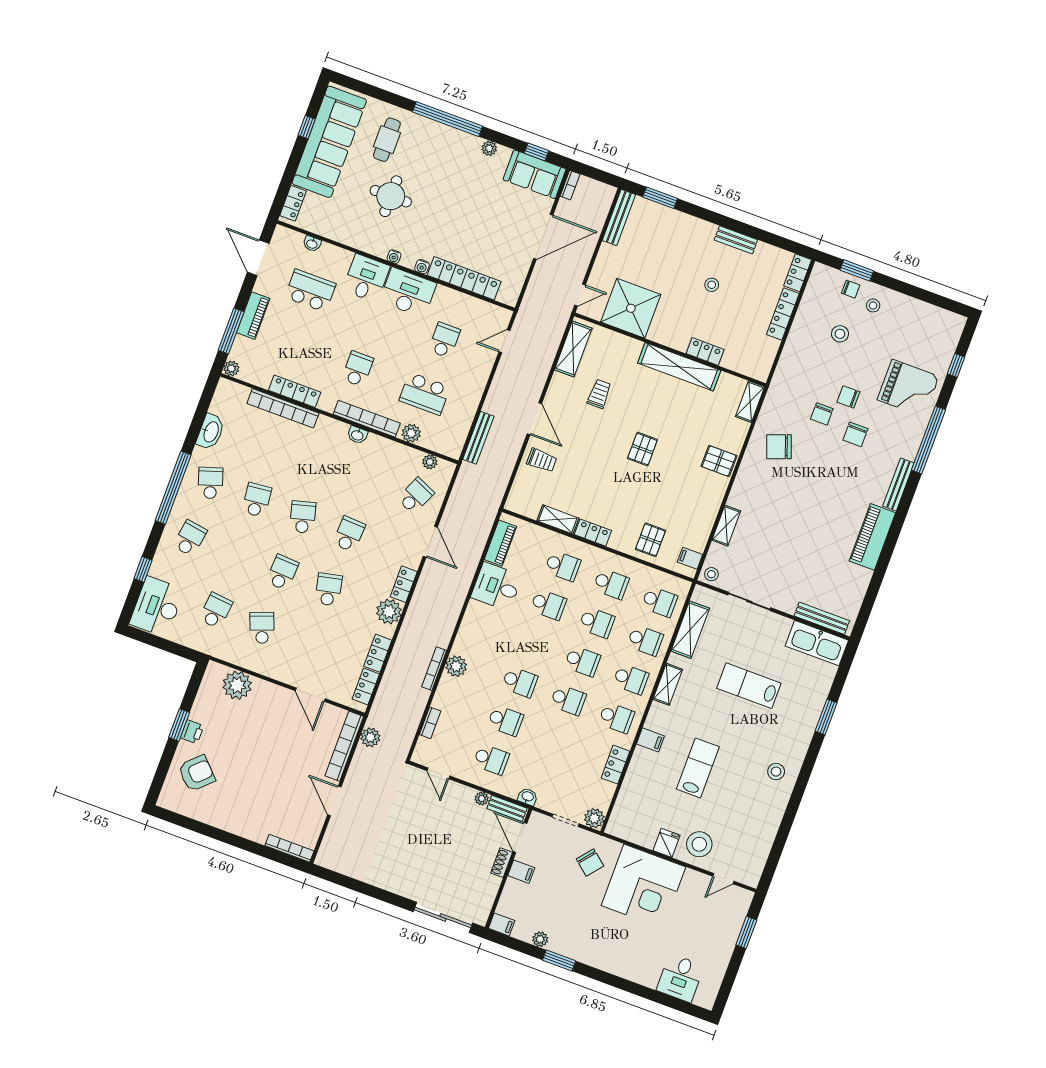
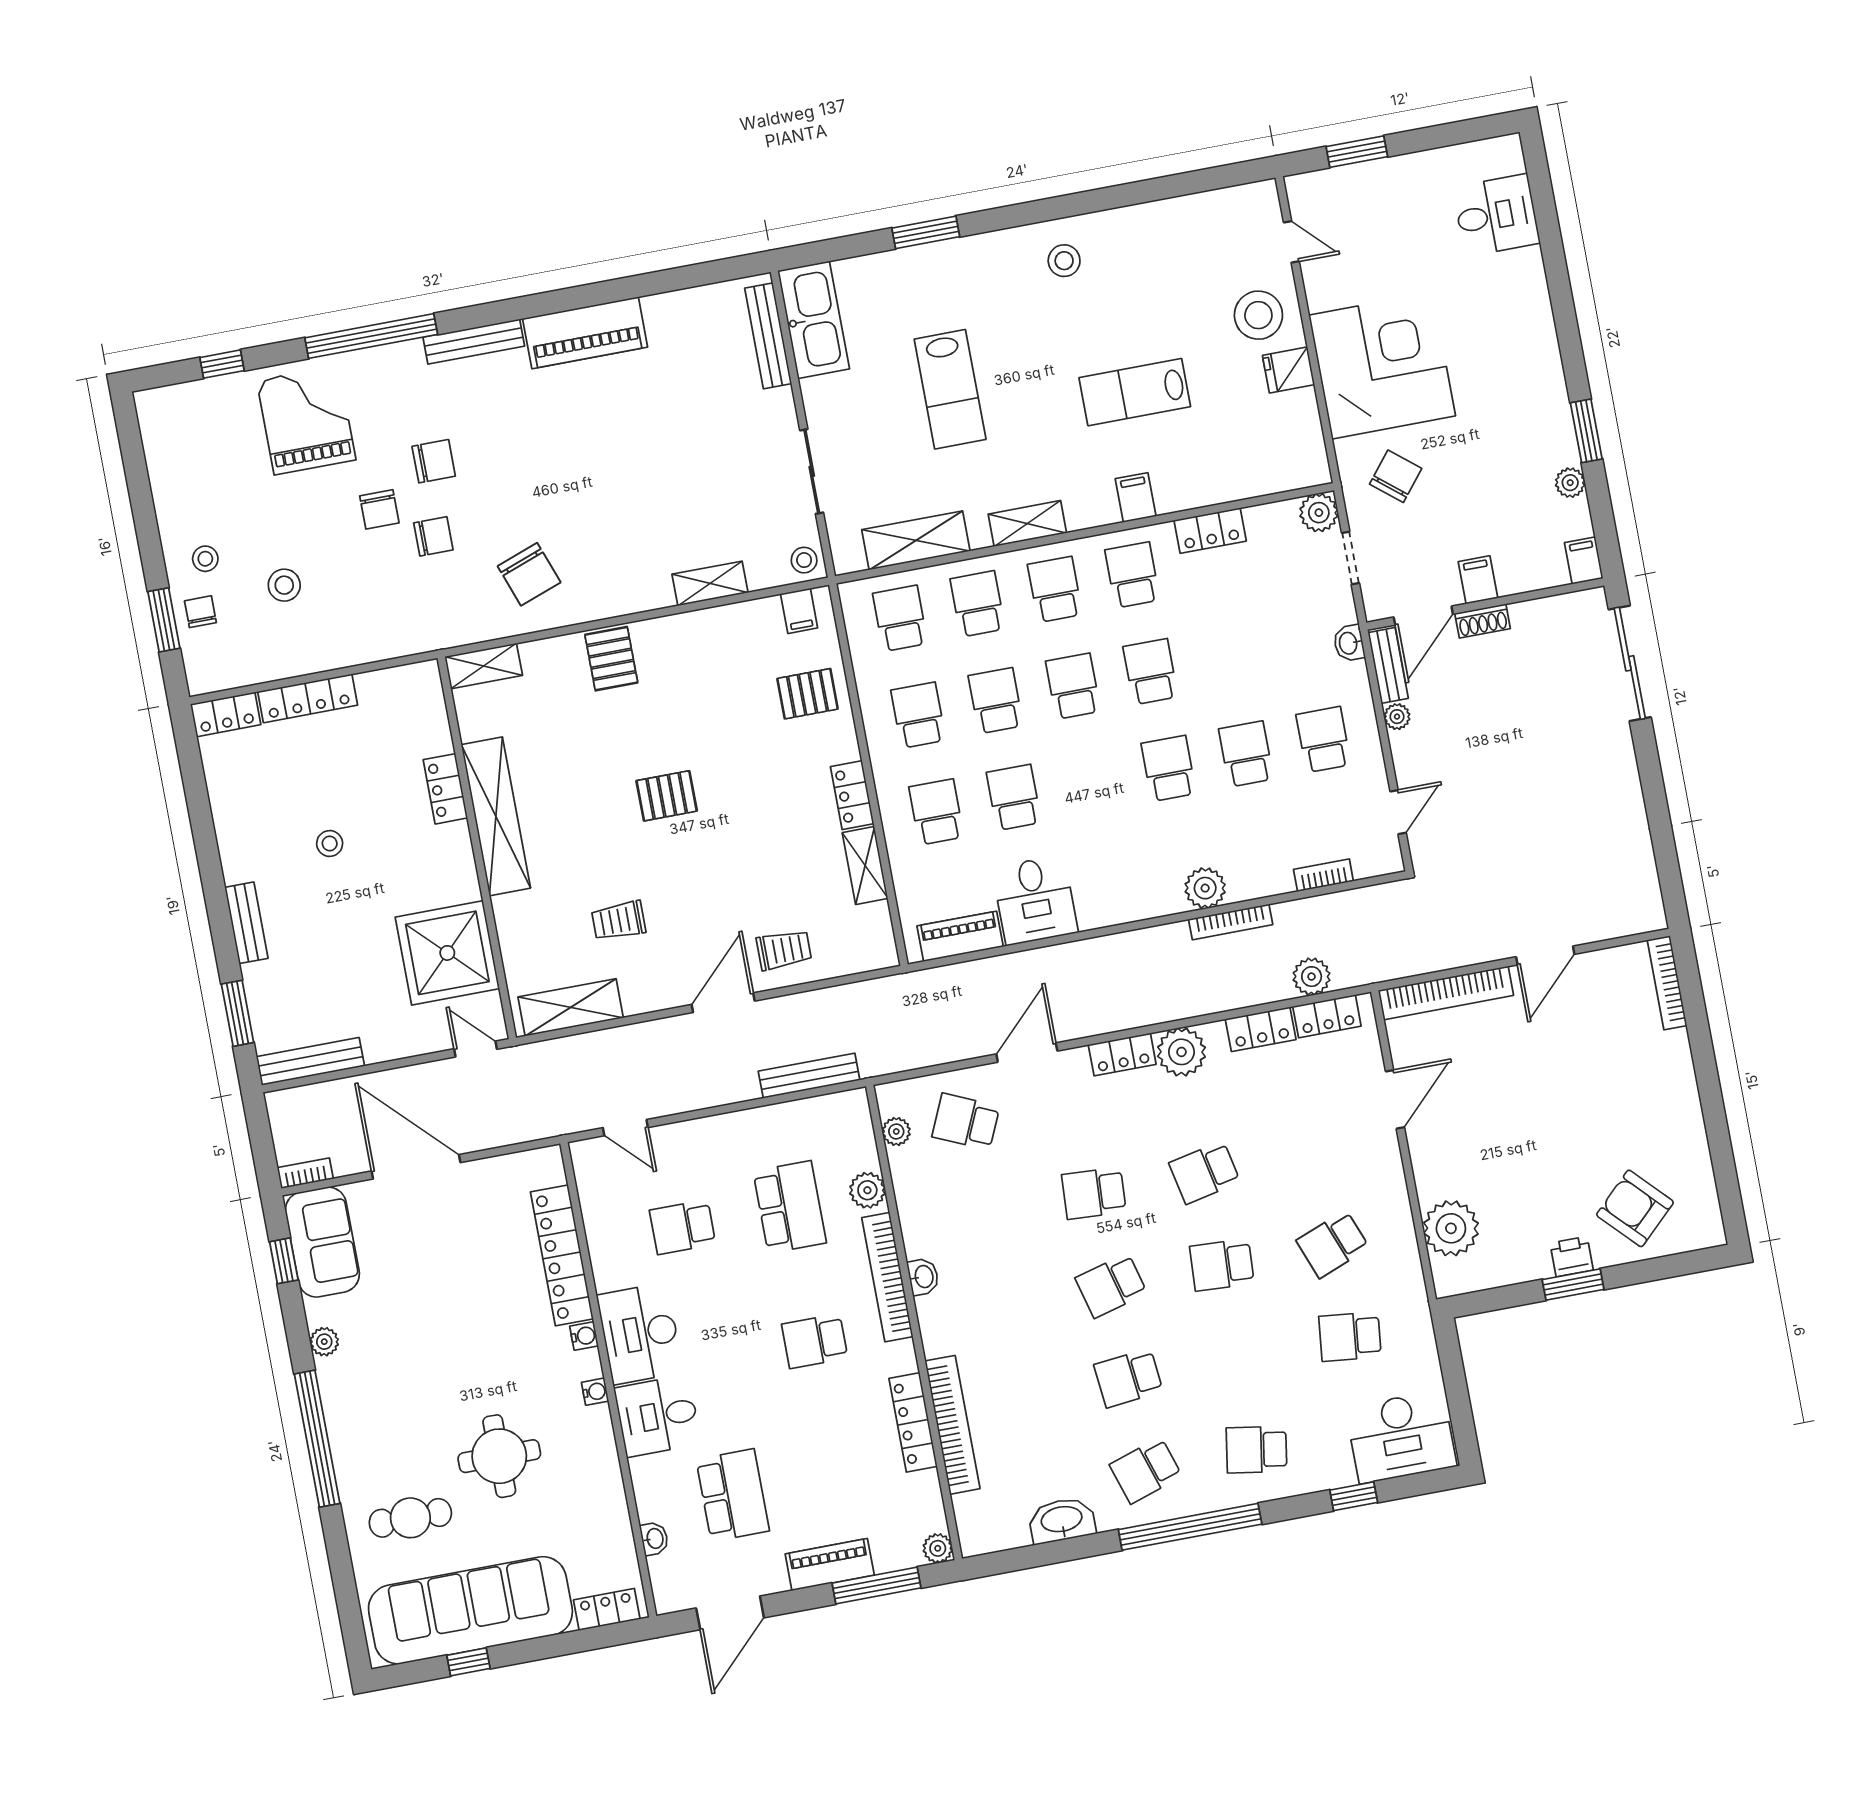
bench: (736, 240) -> (246, 923), moved
school desk: (310, 291) -> (733, 1495), turned 180
trolley: (542, 460) -> (784, 950), turned 90
plant: (370, 737) -> (1312, 977), moved

